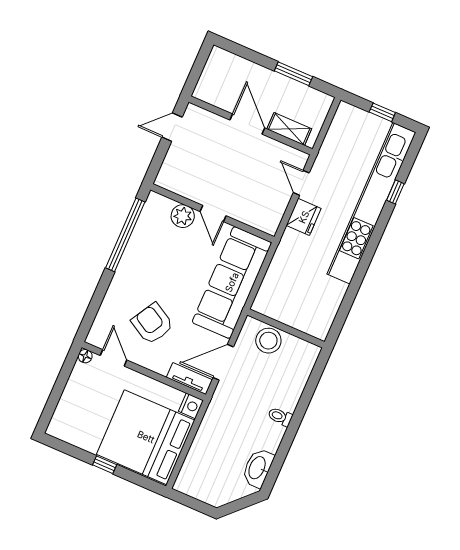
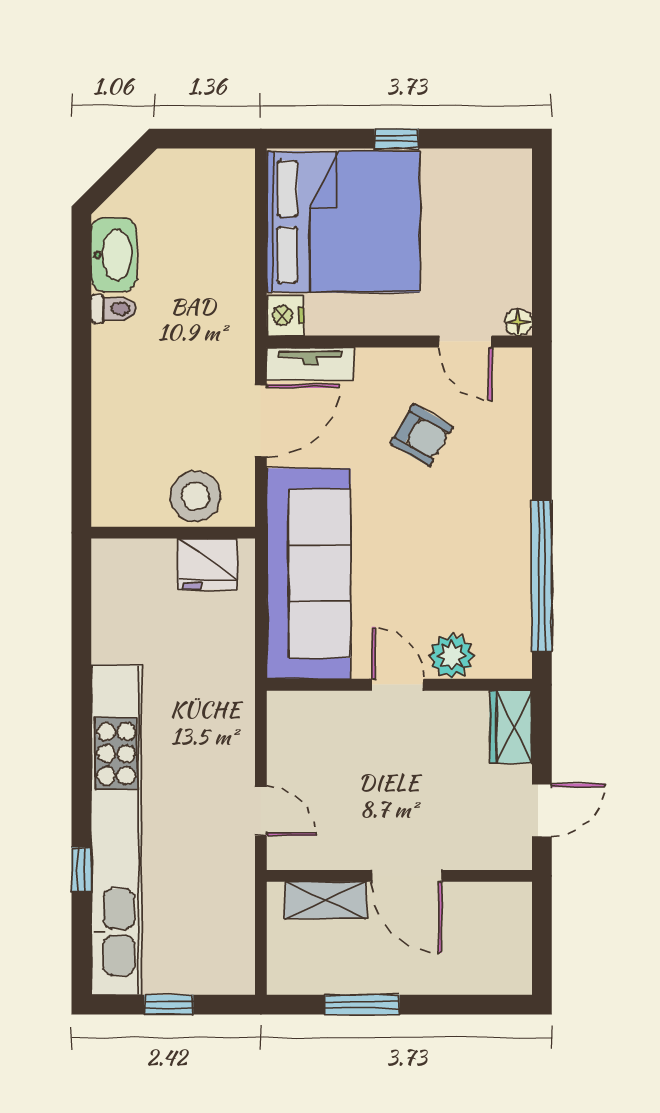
wardrobe: (170, 172) -> (511, 727), added
fridge: (304, 217) -> (208, 564), moved, turned -90
armchair: (152, 324) -> (421, 435), width x0.72, depth x0.72
toilet: (280, 417) -> (114, 309), moved

